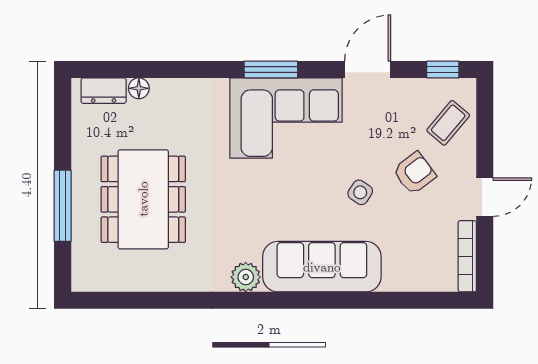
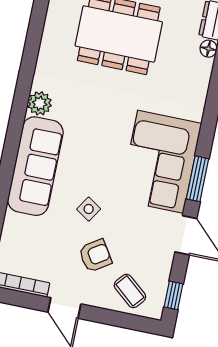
window: (271, 69) -> (198, 179), moved
armchair: (414, 173) -> (95, 256), turned -86

